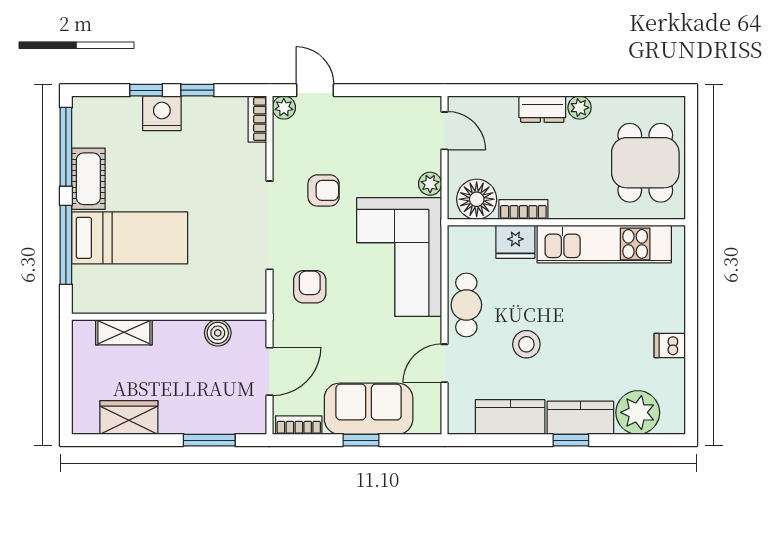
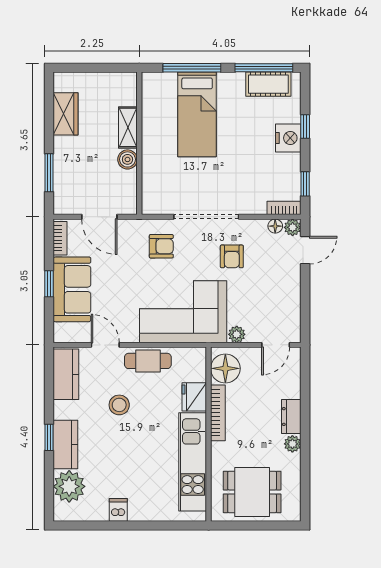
window: (197, 90) -> (305, 184), moved
floor lamp: (282, 131) -> (275, 226), added
cot: (88, 179) -> (268, 84), moved
bookcase: (523, 209) -> (218, 413), width x1.56
shelving: (124, 332) -> (128, 127), moved
boiler: (218, 333) -> (127, 159), moved
kitchen counter: (510, 417) -> (66, 374), moved

